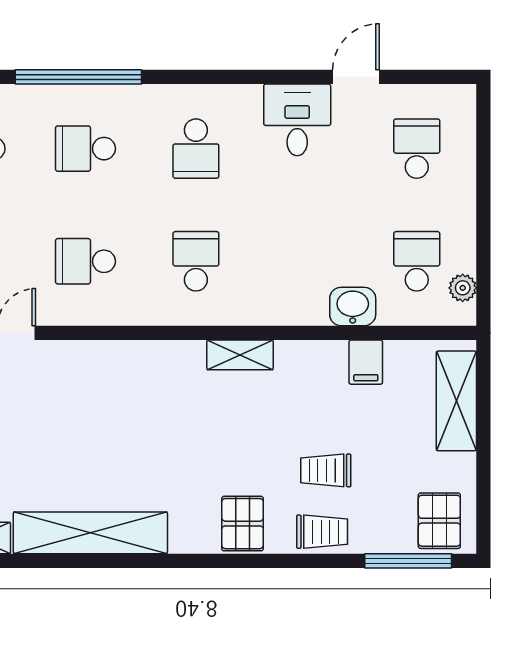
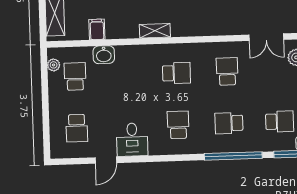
school desk: (85, 149) -> (229, 123), turned 180
school desk: (85, 261) -> (227, 71), turned -90
school desk: (196, 261) -> (176, 73), turned -90
school desk: (417, 261) -> (75, 76), turned 180

